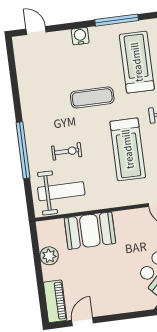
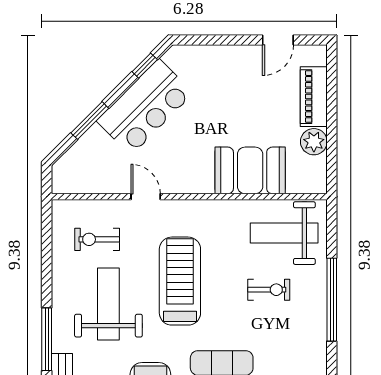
exercise bike: (67, 151) -> (269, 290), turned 180
piano: (55, 301) -> (314, 97), moved

